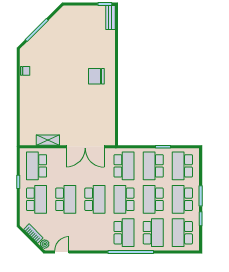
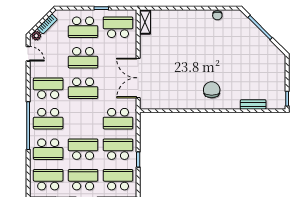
bench: (110, 18) -> (253, 104), moved
shelving: (48, 140) -> (145, 22), moved
school desk: (124, 199) -> (48, 88), moved

